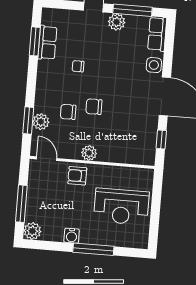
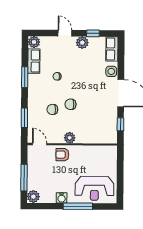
window: (132, 10) -> (93, 33), width x0.46
window: (35, 41) -> (25, 77), moved
plant: (41, 122) -> (34, 42), moved
reception desk: (121, 207) -> (94, 188), moved

